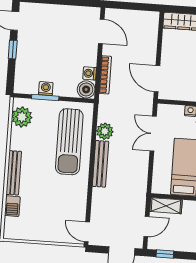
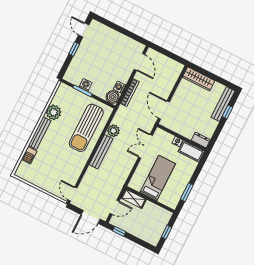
plant: (22, 117) -> (54, 112), moved

